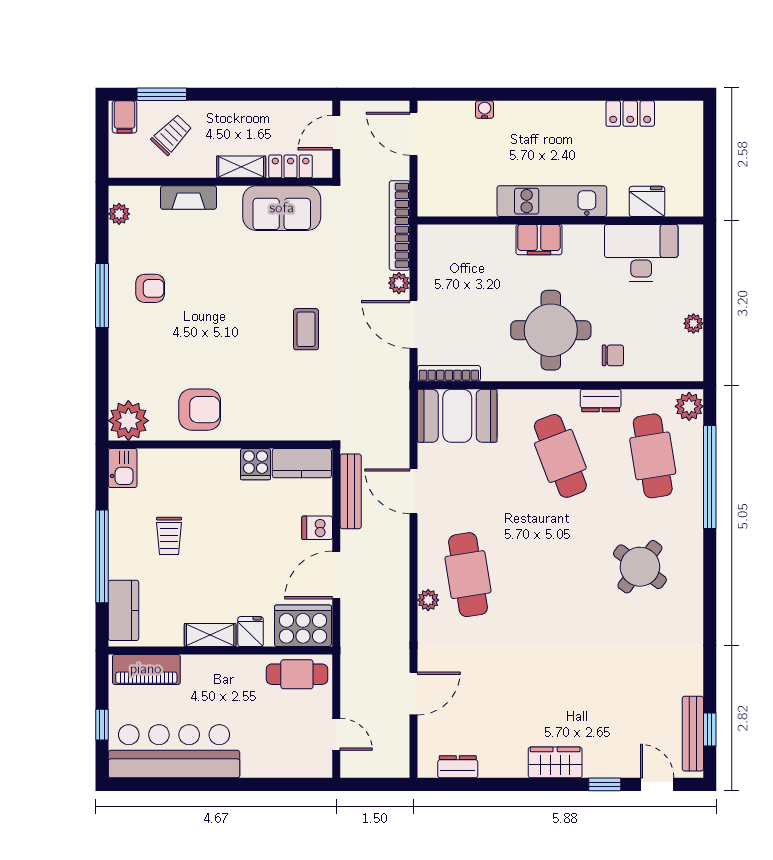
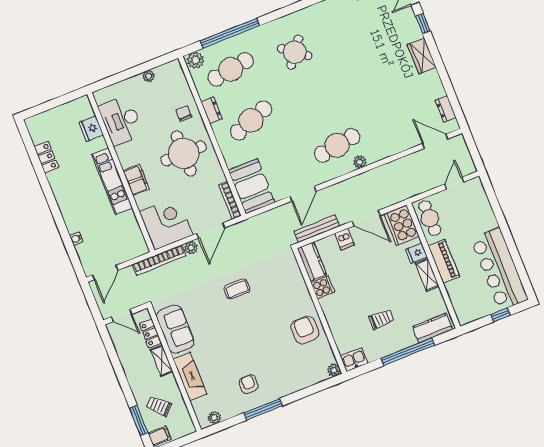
fireplace: (188, 198) -> (190, 376), width x1.37, depth x1.32
corner desk: (452, 259) -> (166, 223), added
plant: (128, 421) -> (334, 370), width x0.53, depth x0.53
piano: (146, 669) -> (444, 261), moved
door: (414, 693) -> (435, 141), moved

